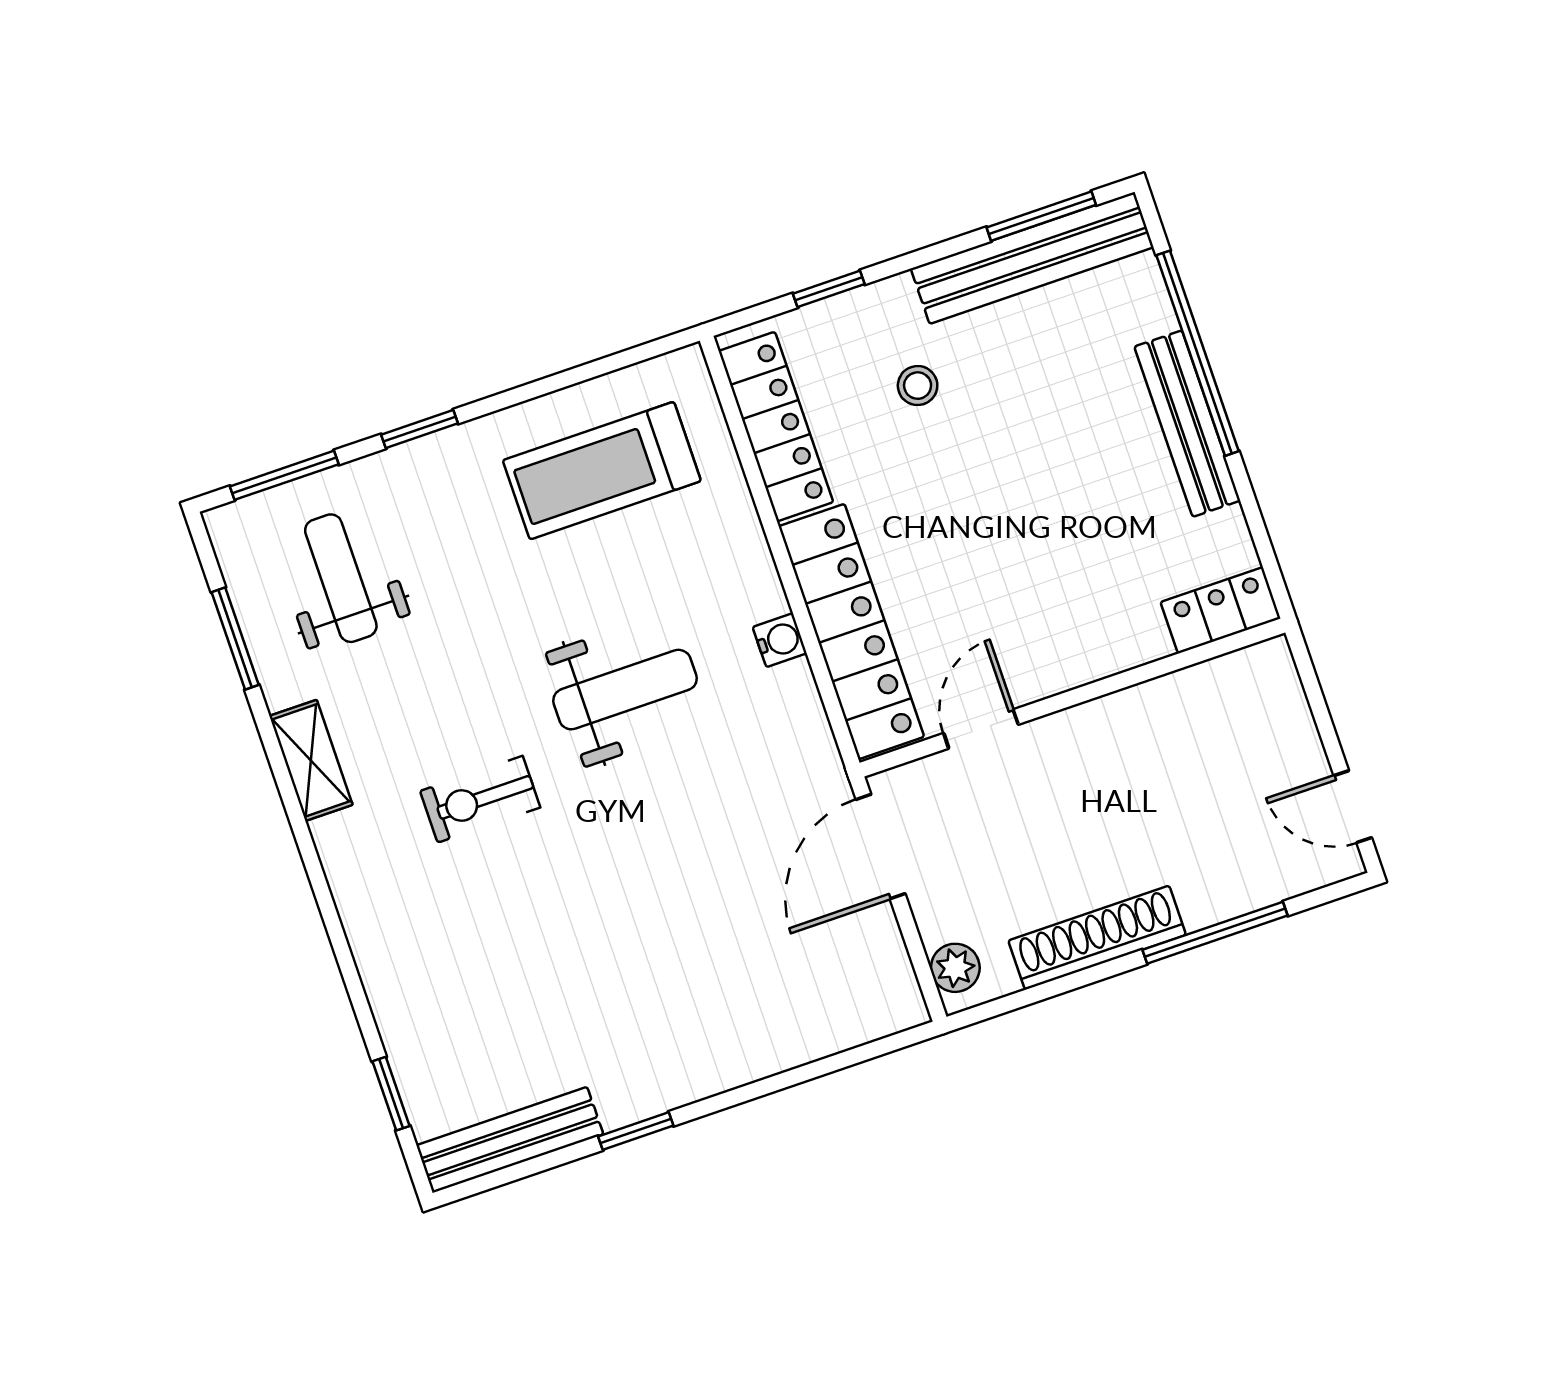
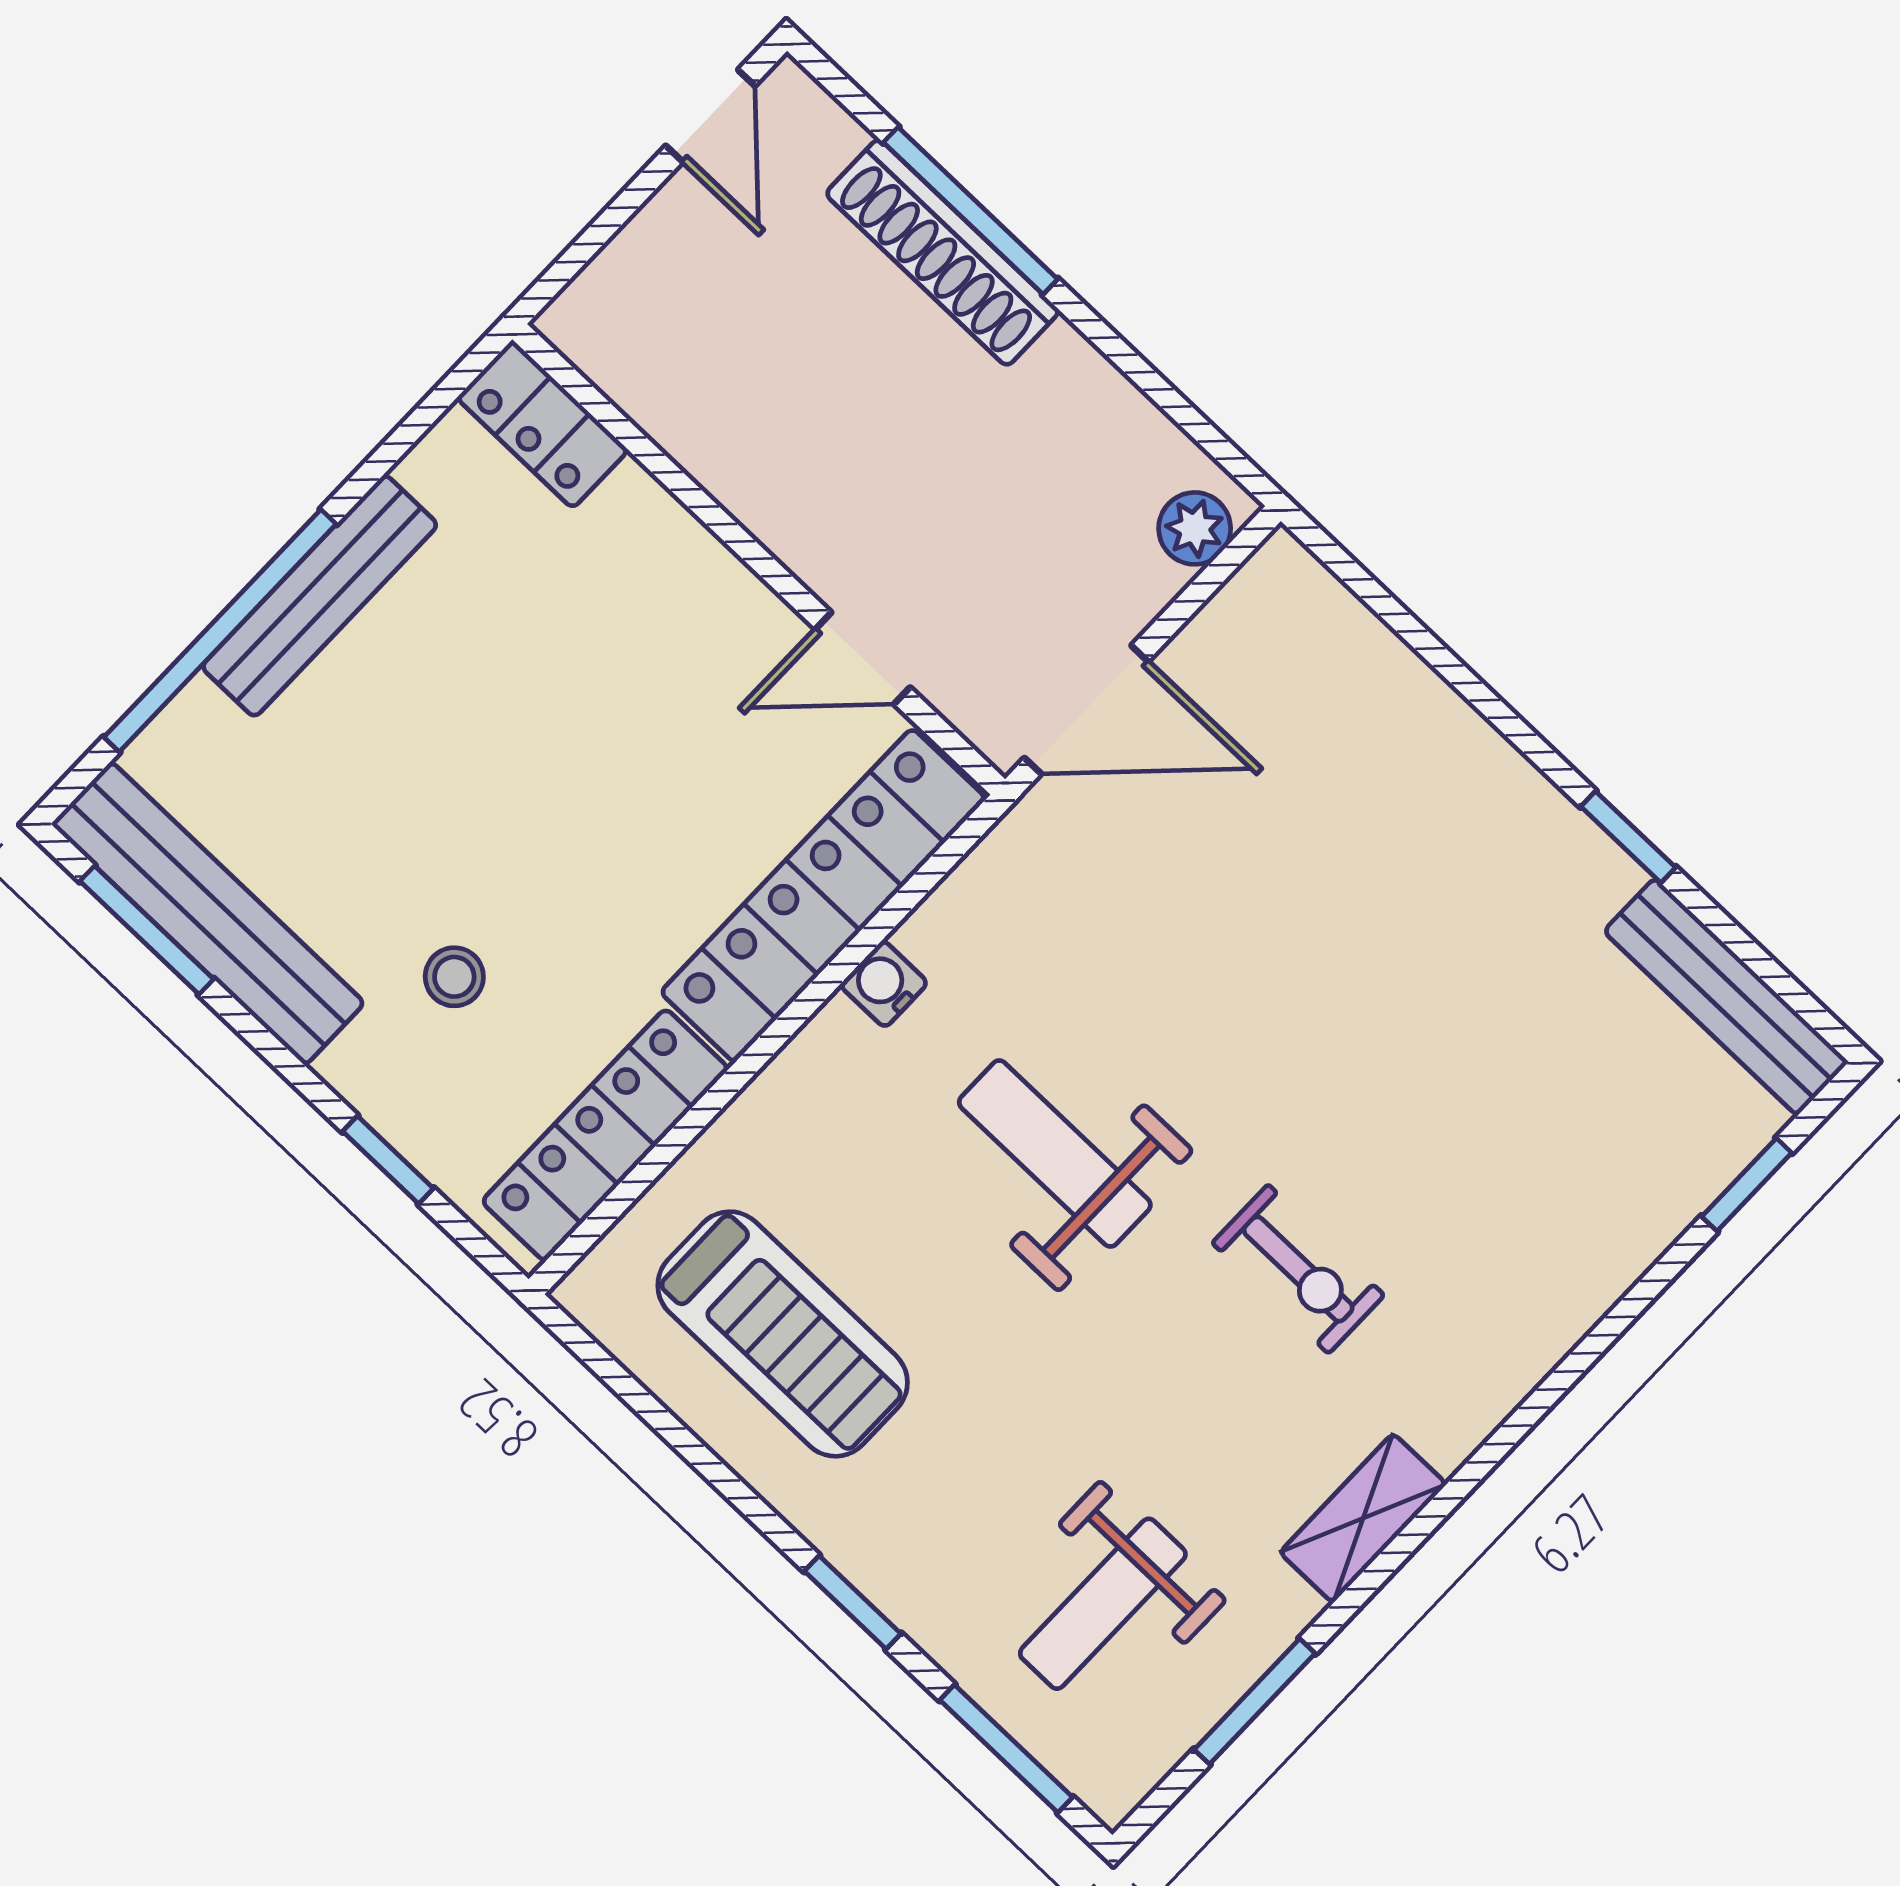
shoe rack: (1097, 938) -> (943, 252), moved

